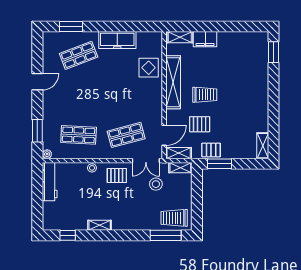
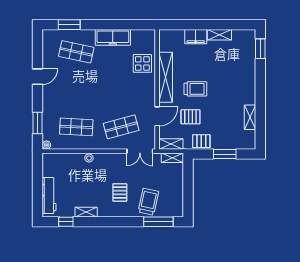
shelving: (180, 37) -> (219, 35), moved
shop shelf: (79, 55) -> (76, 52), turned 33
door: (164, 135) -> (157, 116), moved
shelving: (263, 146) -> (250, 117), moved
window: (220, 164) -> (225, 154), moved
pallet: (117, 176) -> (120, 192), moved, turned 90
workbench: (50, 182) -> (49, 195), moved
stool: (156, 184) -> (149, 173), removed
trolley: (174, 218) -> (148, 202), moved, turned 102
shelving: (100, 225) -> (86, 212), moved

